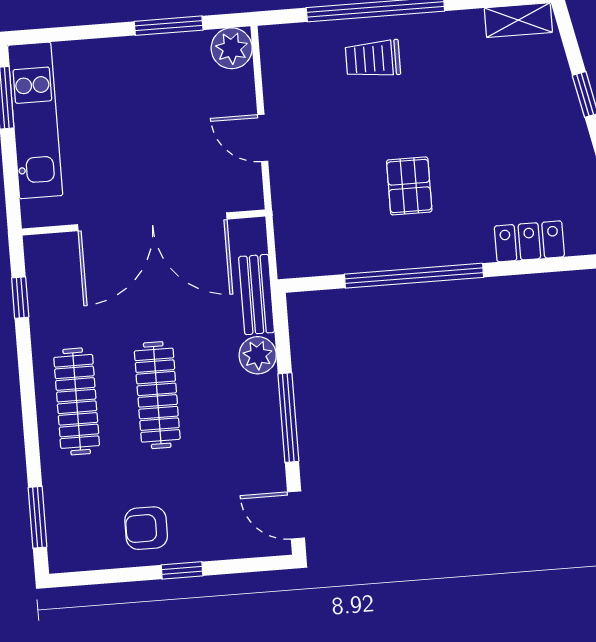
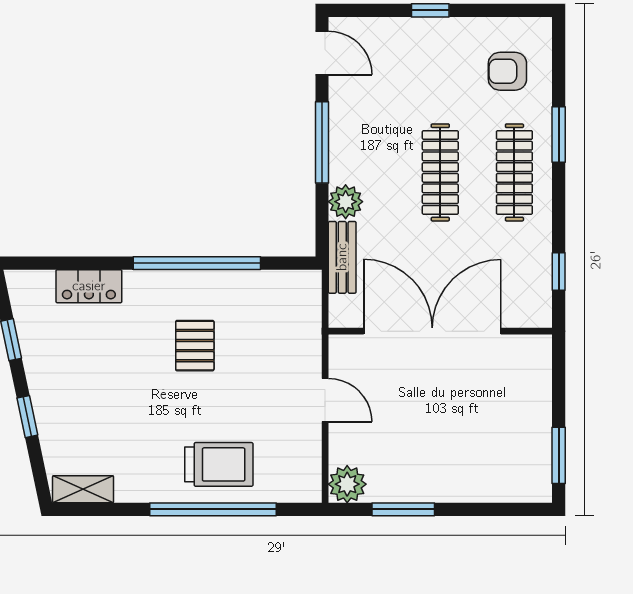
trolley: (373, 59) -> (219, 464), width x1.36, depth x1.39
kitchen unit: (35, 120) -> (532, 432), removed
window: (37, 517) -> (559, 135), moved
armchair: (146, 528) -> (507, 71), moved, turned 180

